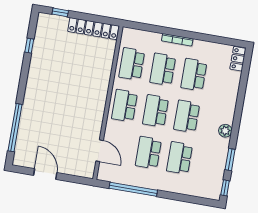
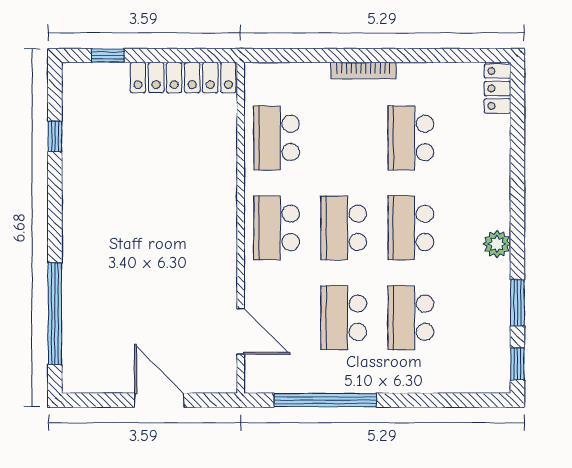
school desk: (163, 69) -> (344, 138), removed
door: (45, 174) -> (159, 400), moved

